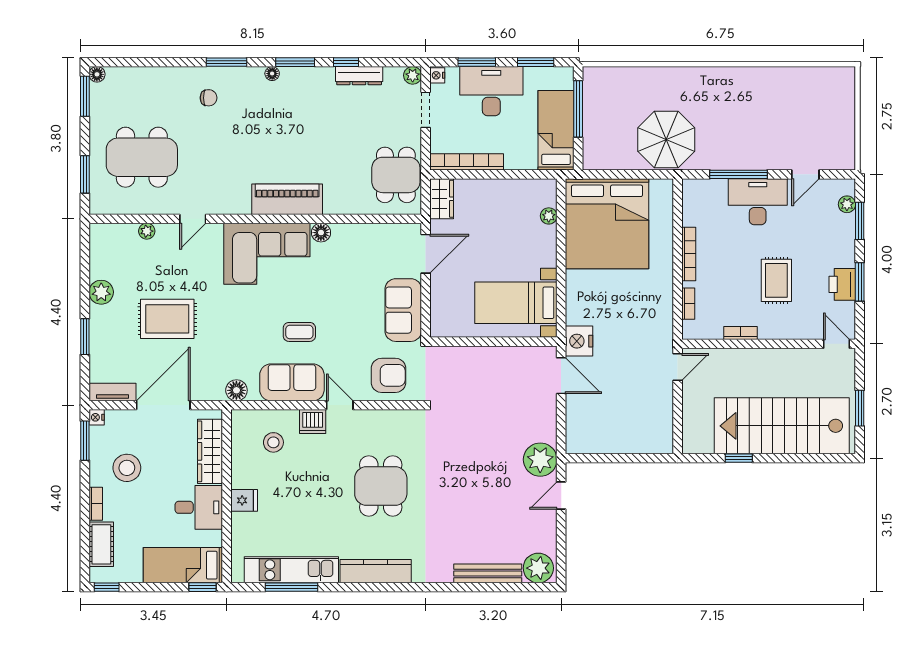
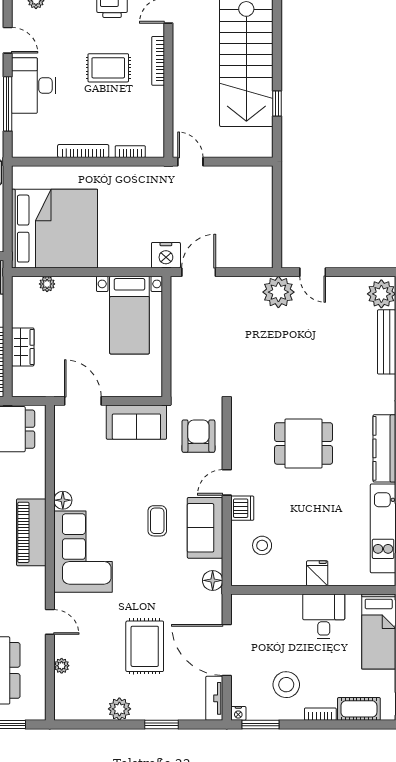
wardrobe: (442, 199) -> (23, 347), moved, turned 90
bookcase: (740, 333) -> (158, 61), moved, width x1.56
wardrobe: (210, 451) -> (271, 606), removed

